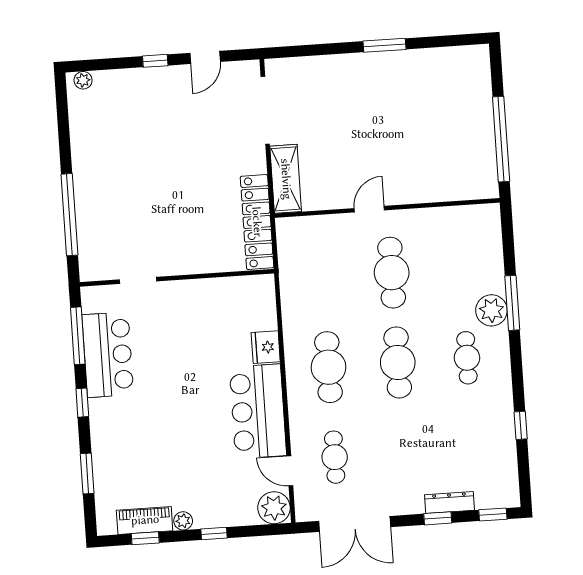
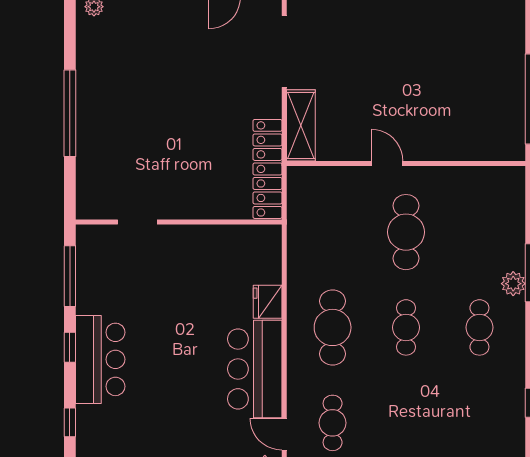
door: (369, 209) -> (387, 164), hinge flipped
window: (69, 215) -> (70, 113), moved
plant: (491, 310) -> (513, 284), width x0.73, depth x0.73
bar counter: (108, 355) -> (100, 359), moved
cafe table: (398, 362) -> (406, 327), width x0.73, depth x0.74
window: (87, 473) -> (70, 422), width x0.67

